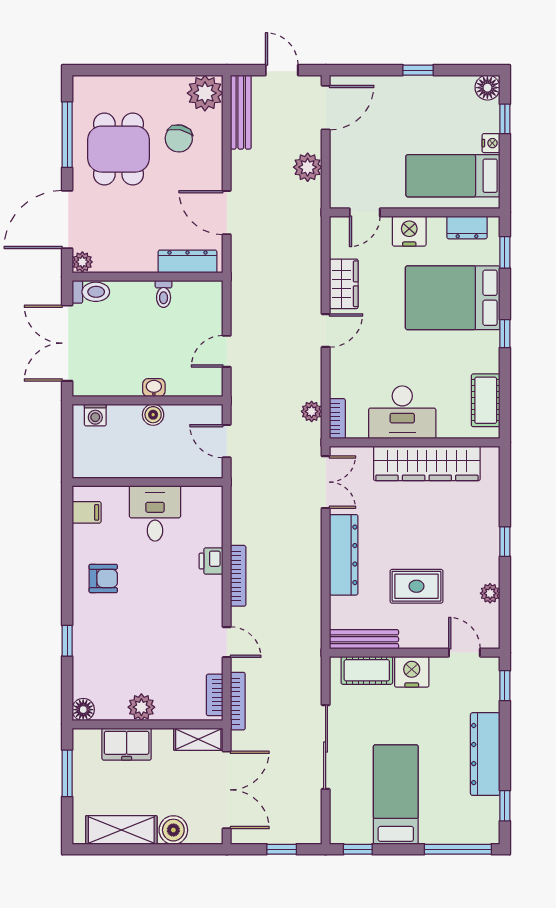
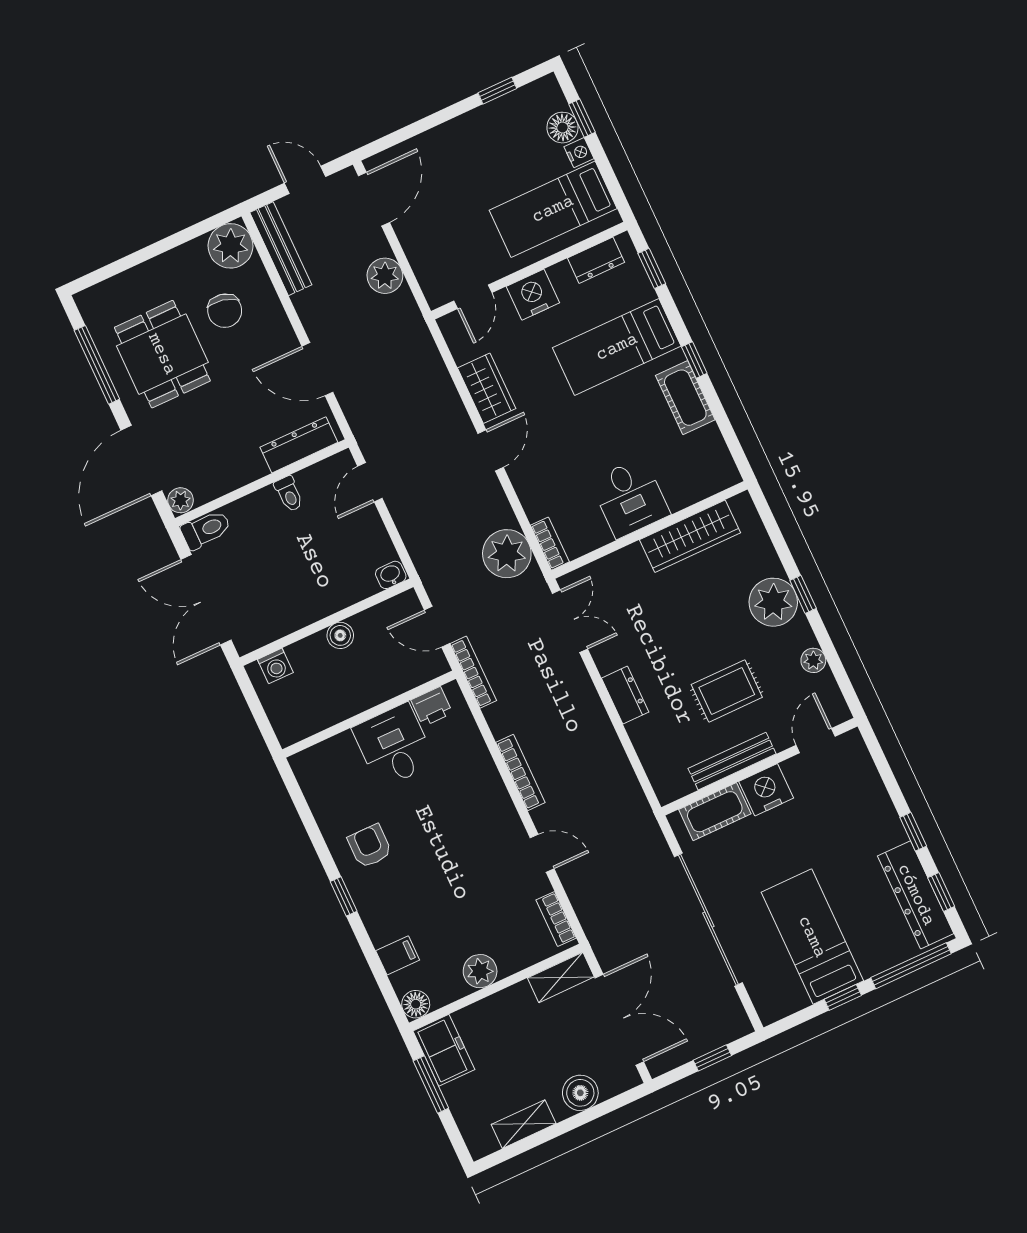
window: (418, 70) -> (497, 91), moved
floor lamp: (487, 88) -> (562, 128), moved
bed: (453, 298) -> (617, 347), width x0.67
door: (227, 351) -> (370, 482), moved
washbasin: (154, 388) -> (391, 575), moved
cot: (486, 400) -> (685, 398), moved
plant: (312, 411) -> (507, 554), width x1.88, depth x1.88
desk: (402, 412) -> (630, 498), width x0.73
wardrobe: (427, 463) -> (690, 536), width x0.71, depth x0.85
filing cabinet: (87, 512) -> (398, 955), moved
plant: (481, 537) -> (773, 602), added
dresser: (344, 555) -> (625, 695), width x0.51, depth x0.80
printer: (211, 561) -> (432, 707), moved, turned -90
armchair: (103, 578) -> (370, 846), turned -90
bench: (364, 639) -> (732, 761), moved
window: (67, 641) -> (344, 896), moved
door: (464, 653) -> (816, 741), hinge flipped
window: (505, 686) -> (913, 832), moved
bookcase: (238, 701) -> (473, 672), moved
freezer: (127, 744) -> (444, 1050), moved, turned -90
sliding door: (326, 747) -> (708, 920), width x1.36
dresser: (485, 754) -> (916, 895), moved
shelving: (121, 830) -> (524, 1124), width x0.67, depth x0.75
window: (358, 849) -> (843, 997), moved

